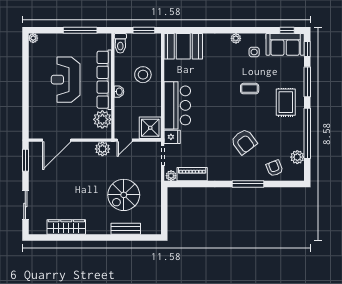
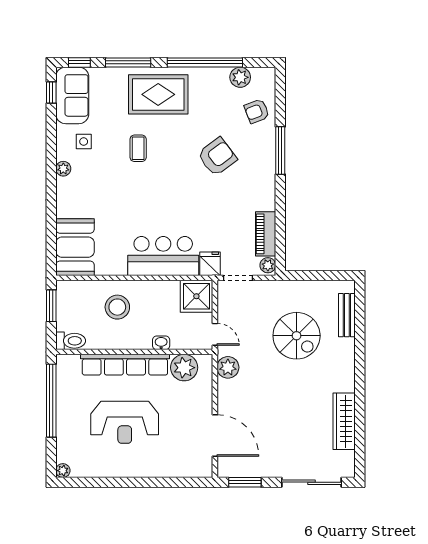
window: (80, 30) -> (51, 401), width x1.46
washbasin: (119, 92) -> (161, 343), moved
rug: (286, 102) -> (158, 94), width x1.36, depth x1.43
sliding door: (25, 205) -> (312, 482), width x1.37
bench: (126, 229) -> (347, 315), moved

